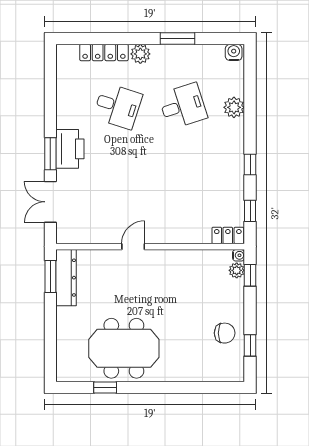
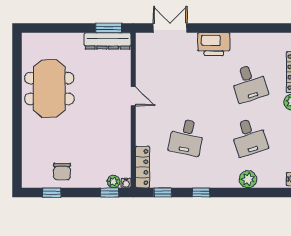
desk: (118, 106) -> (249, 83), turned -36
window: (50, 154) -> (210, 28), removed
desk: (183, 182) -> (187, 137), added
locker: (228, 235) -> (142, 167), width x1.53
window: (105, 387) -> (17, 73), removed

